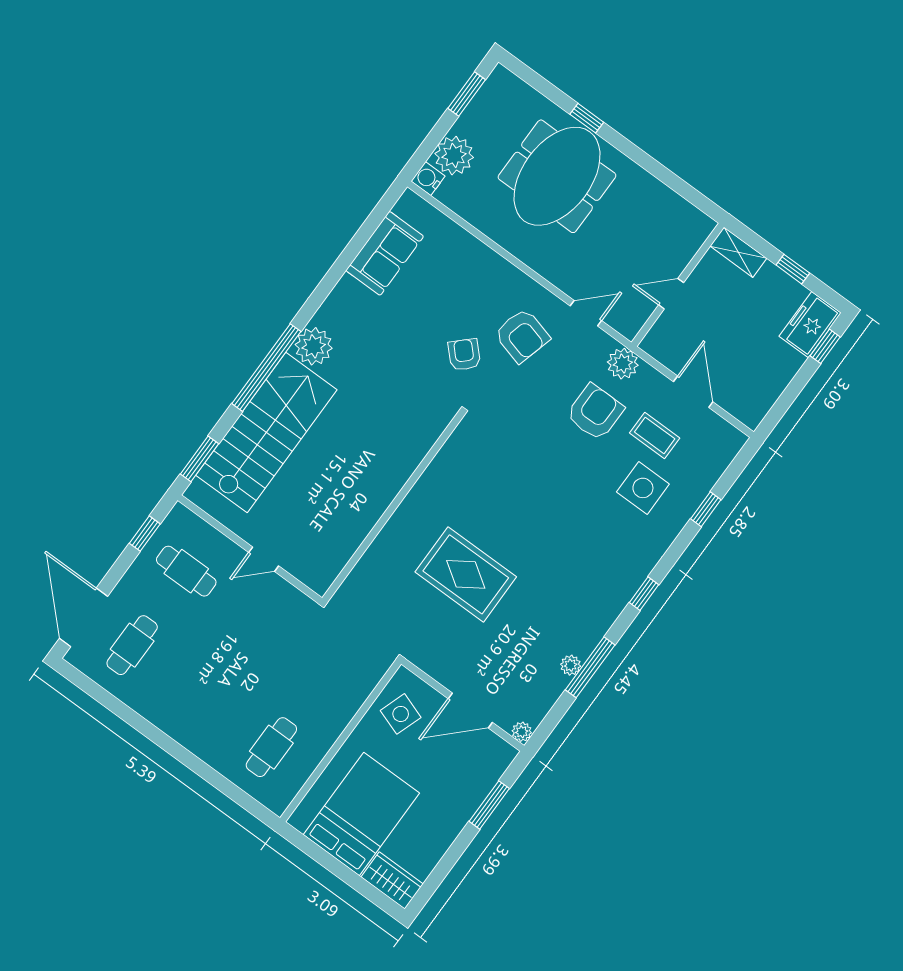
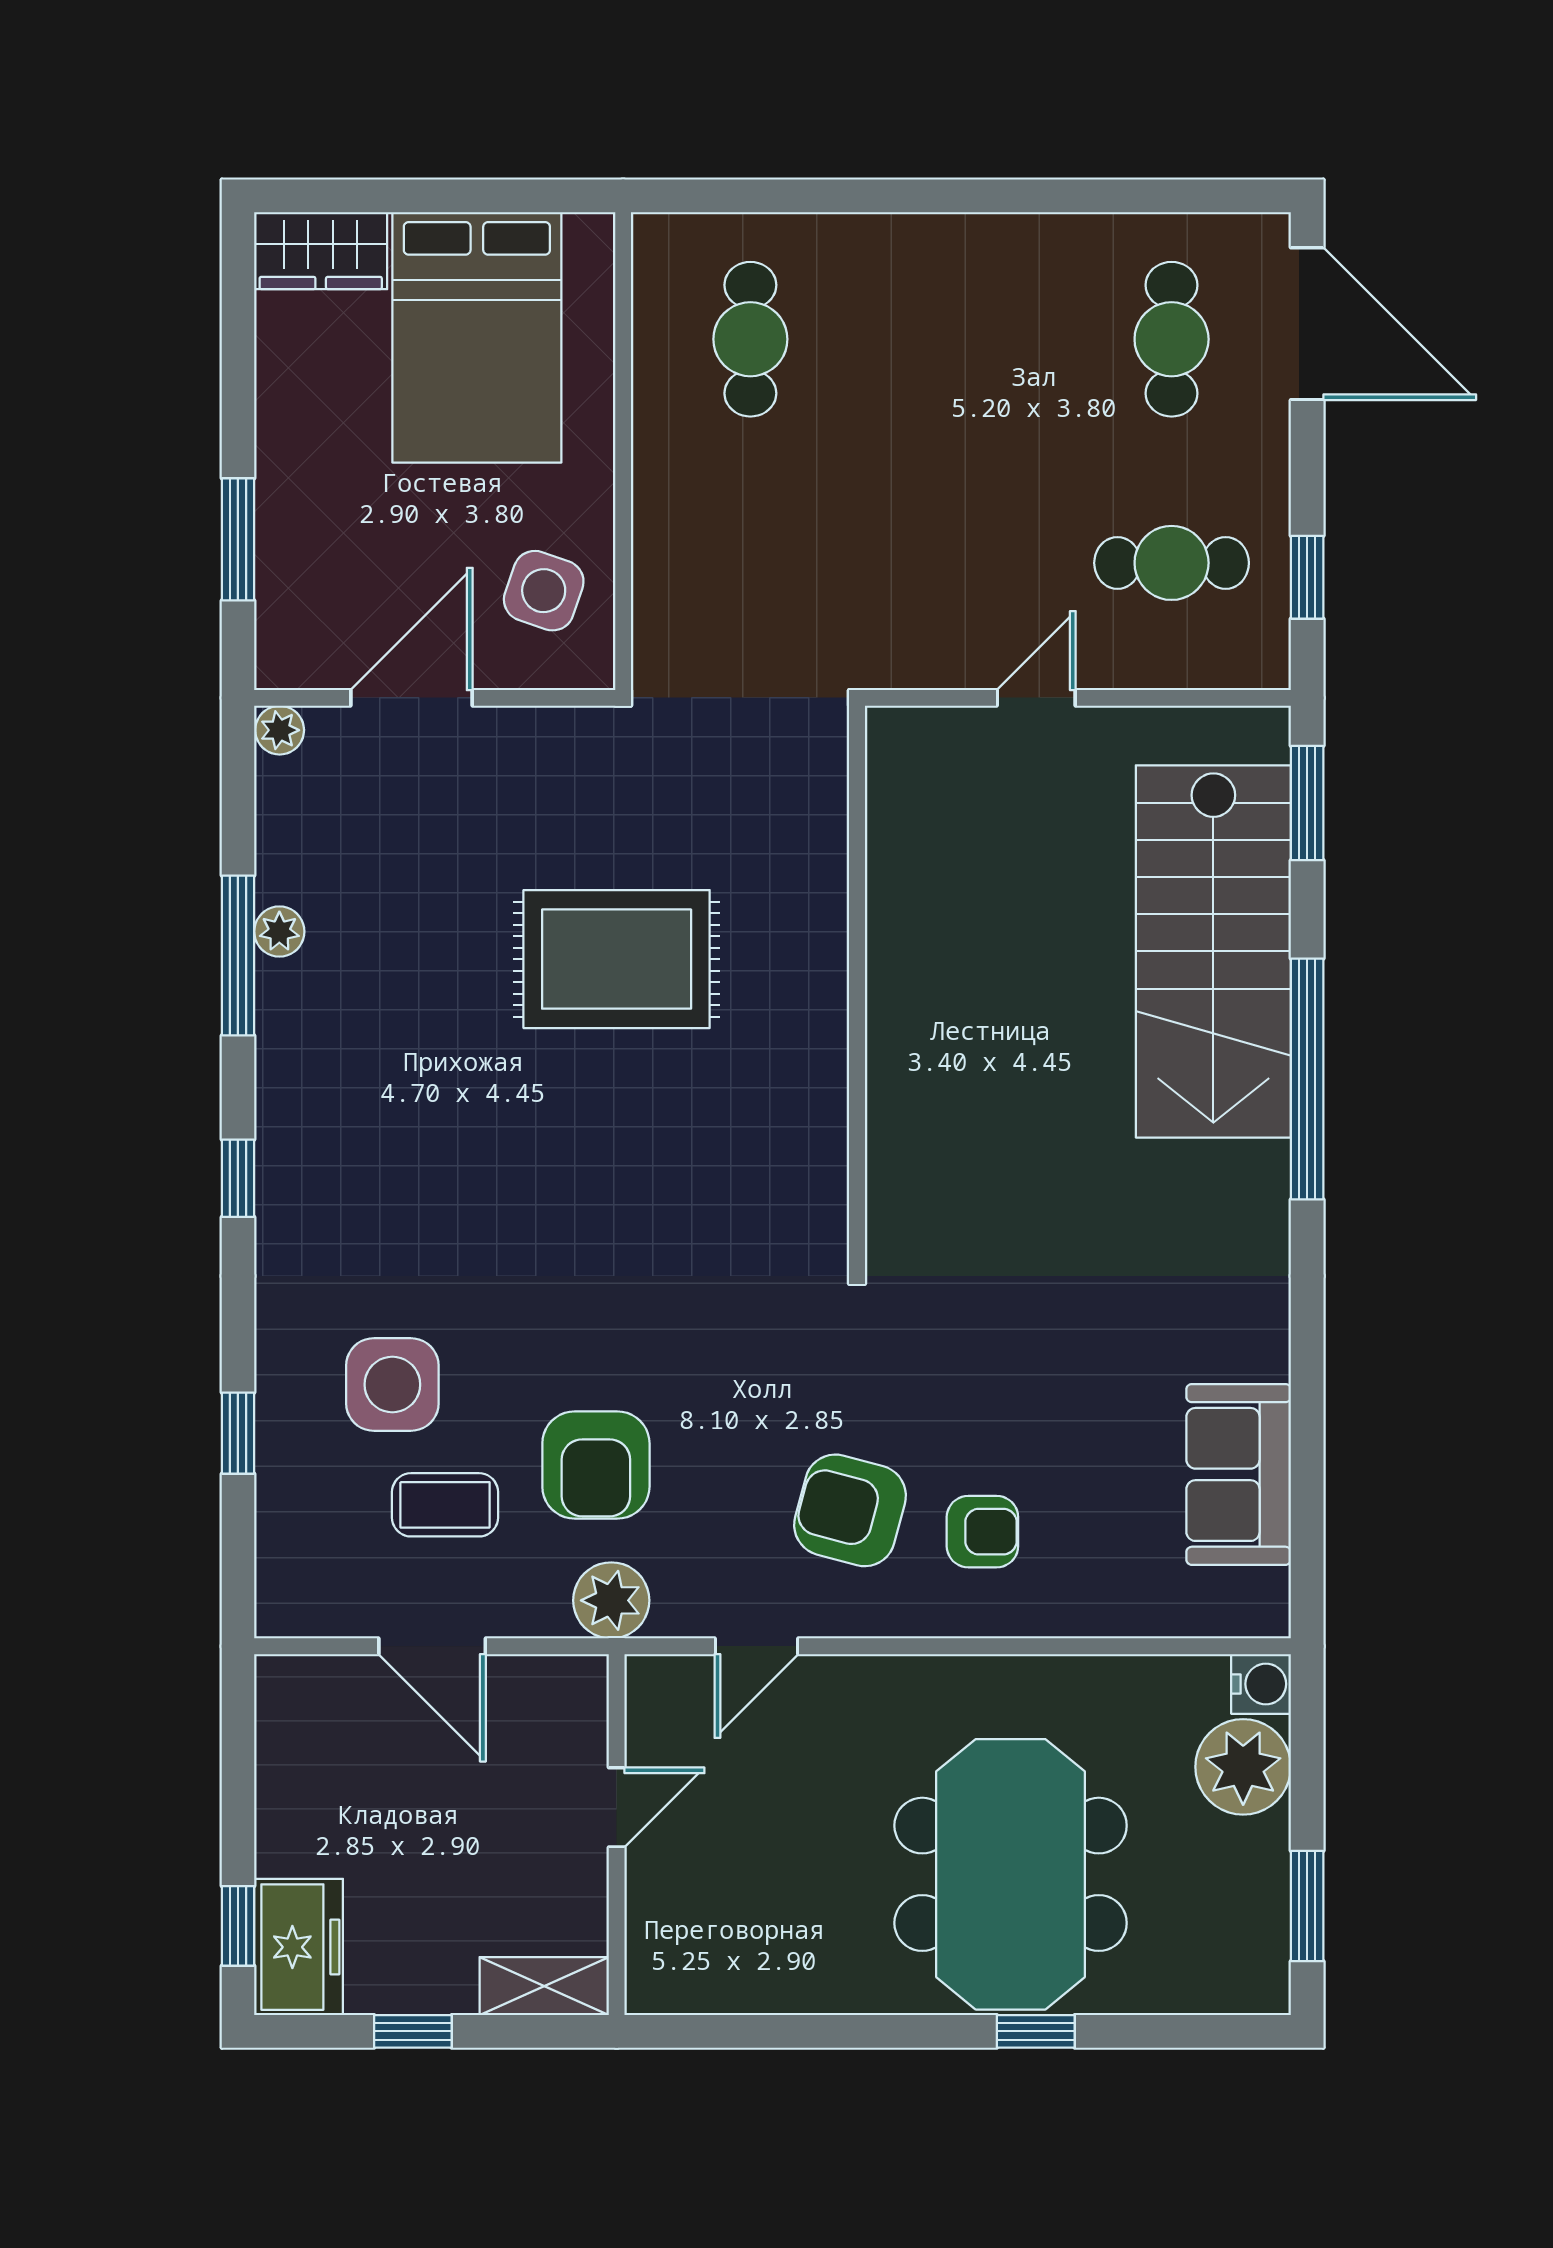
plant: (314, 346) -> (1245, 1189), removed
armchair: (464, 355) -> (982, 1532), moved, turned -46

